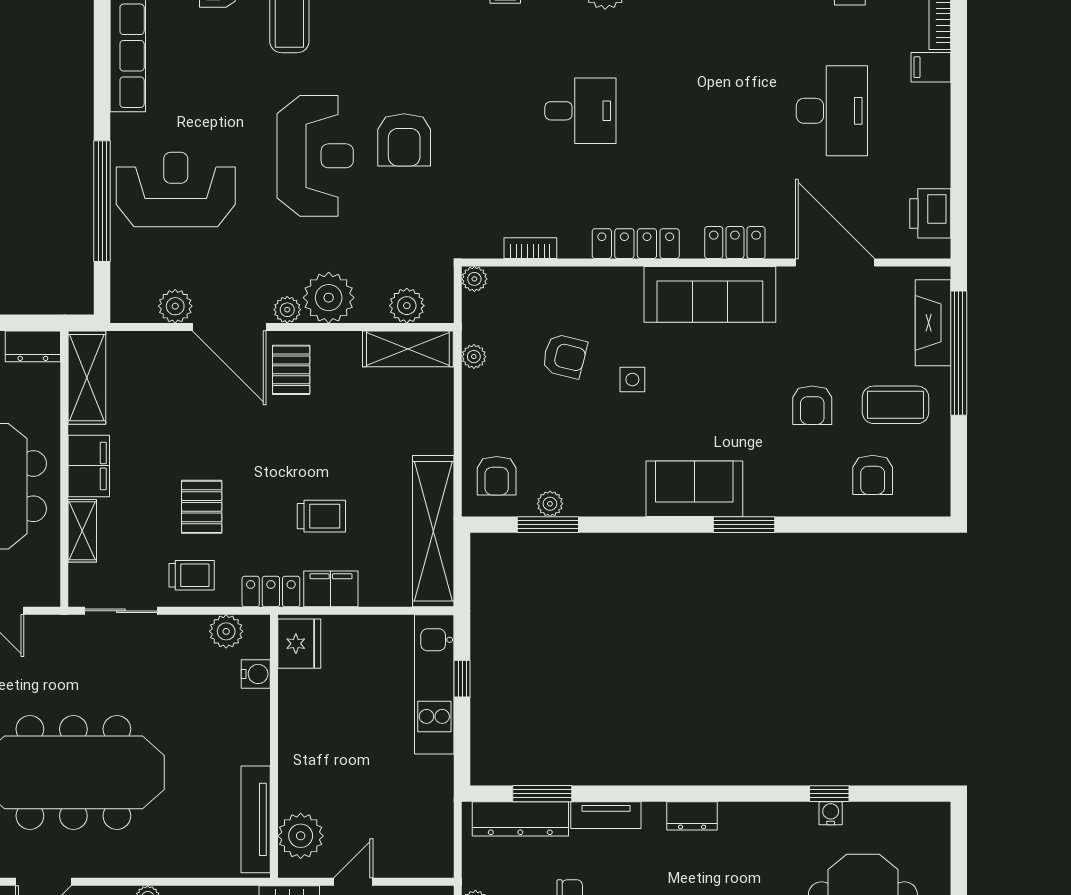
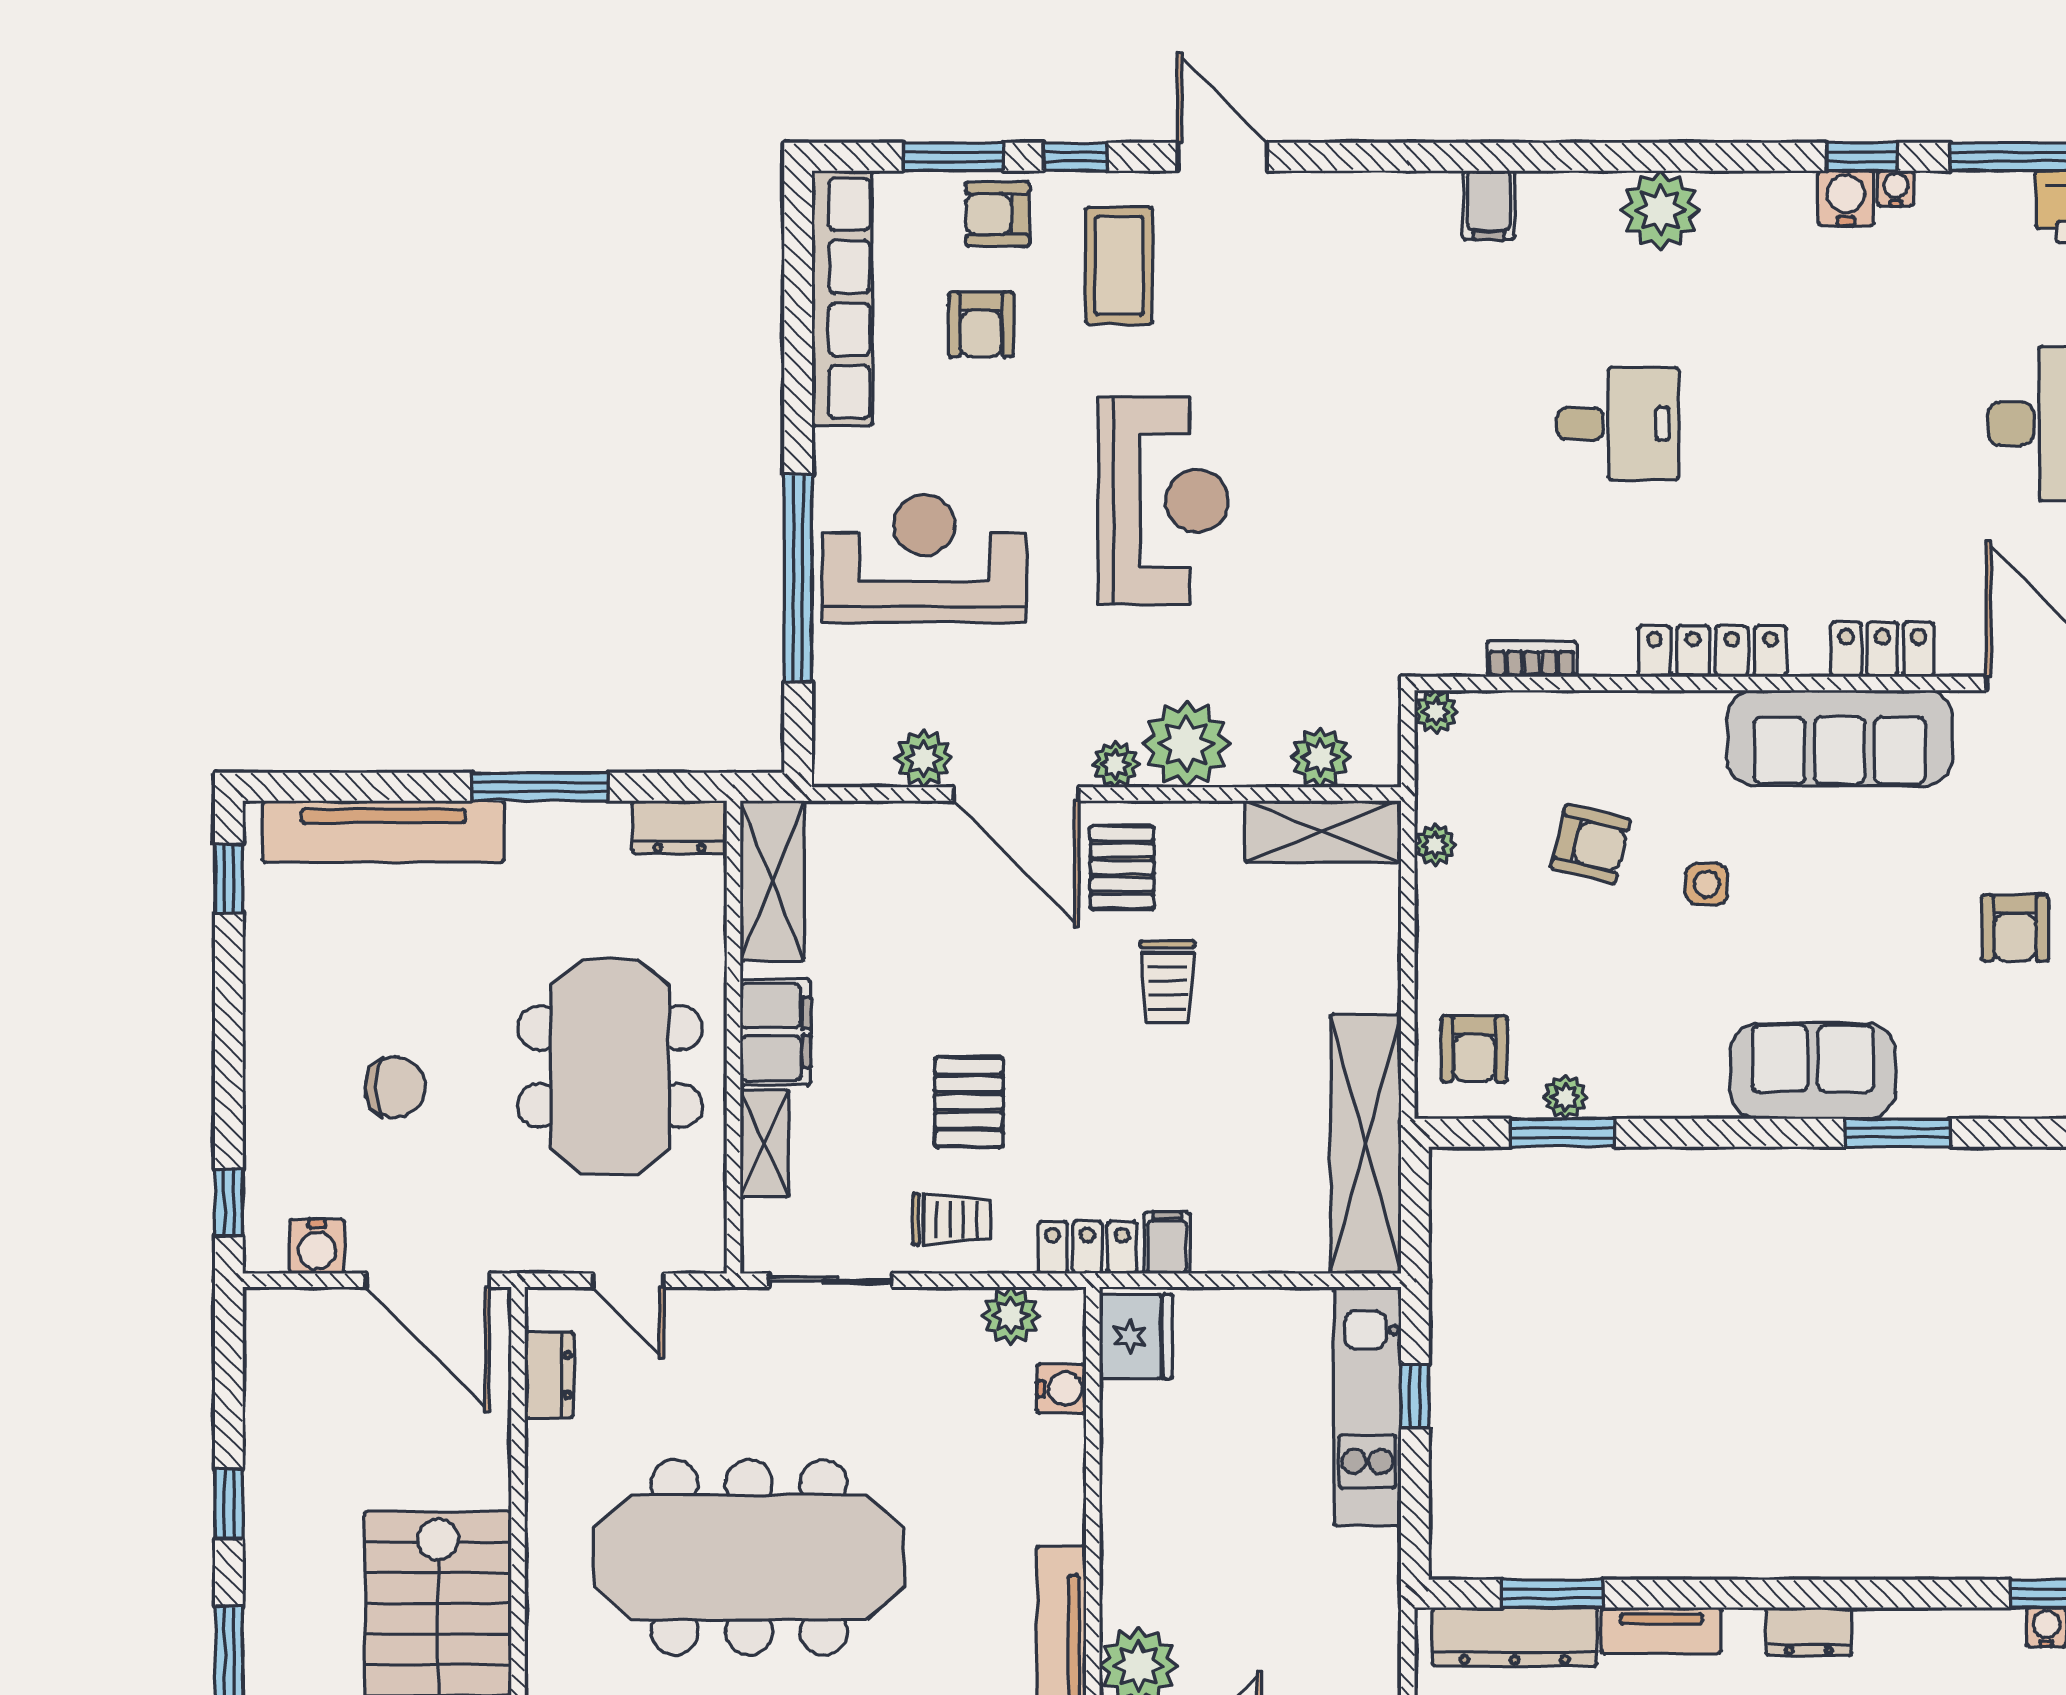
armchair: (404, 140) -> (981, 324), moved, width x0.72, depth x0.72
trolley: (321, 516) -> (1167, 982), moved, turned 90
filing cabinet: (331, 589) -> (1167, 1243), width x0.50

